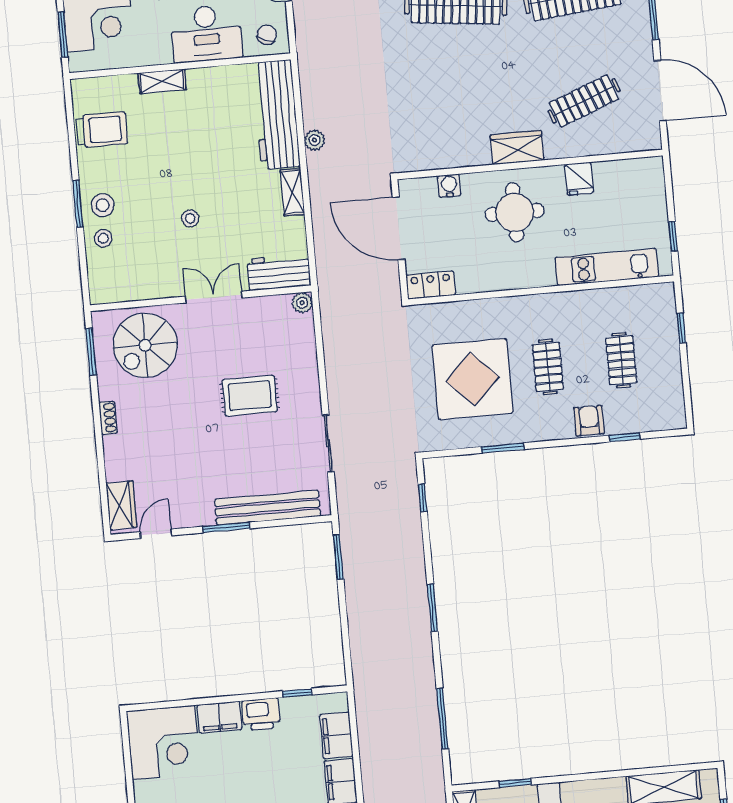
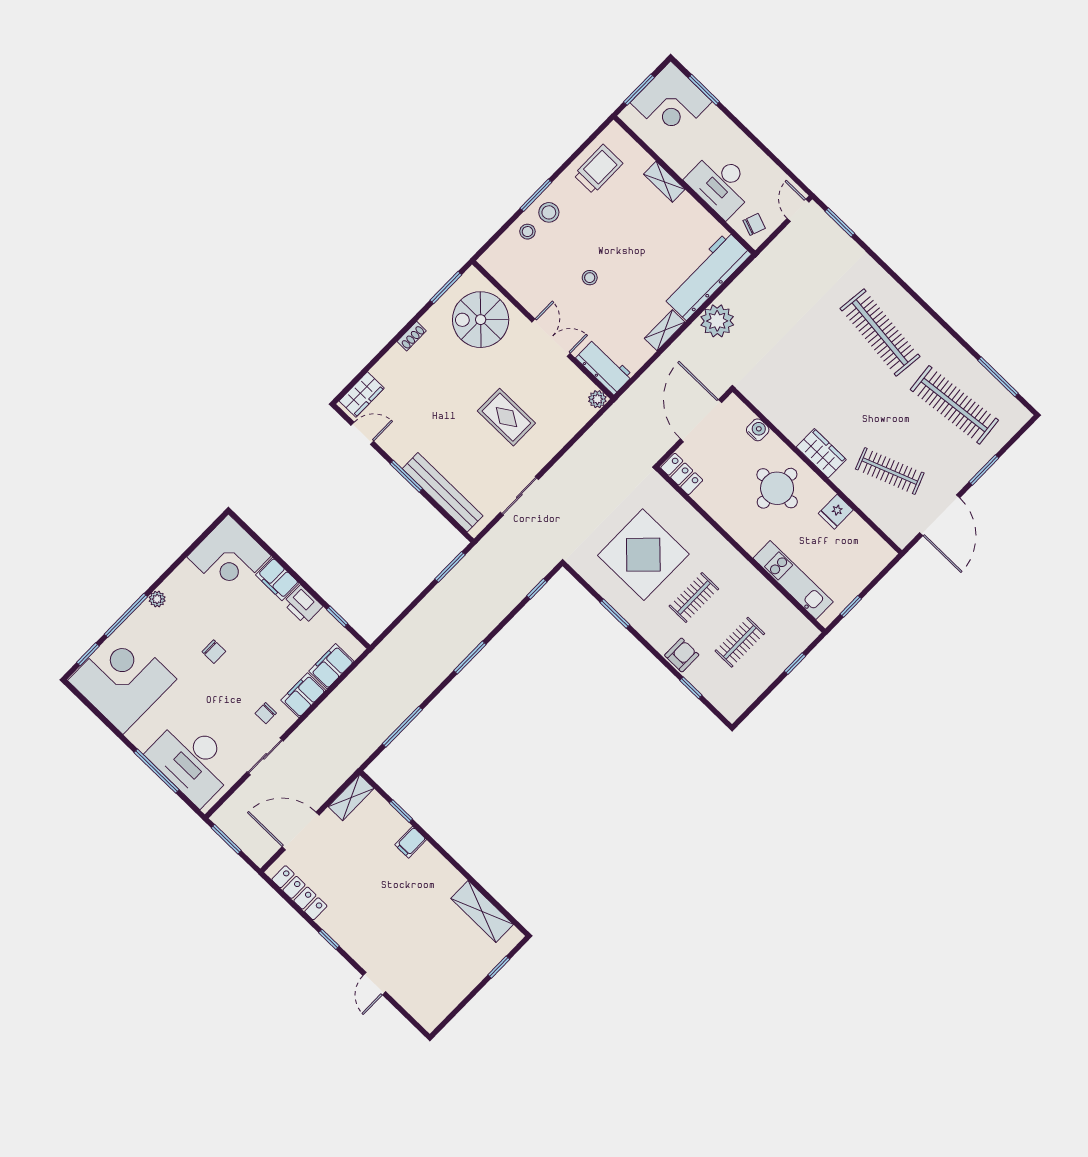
trolley: (102, 130) -> (598, 169), turned -90
plant: (315, 140) -> (717, 321), width x1.88, depth x1.88

